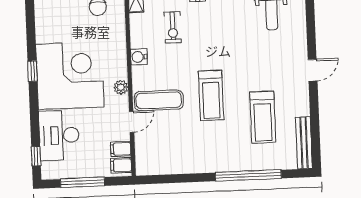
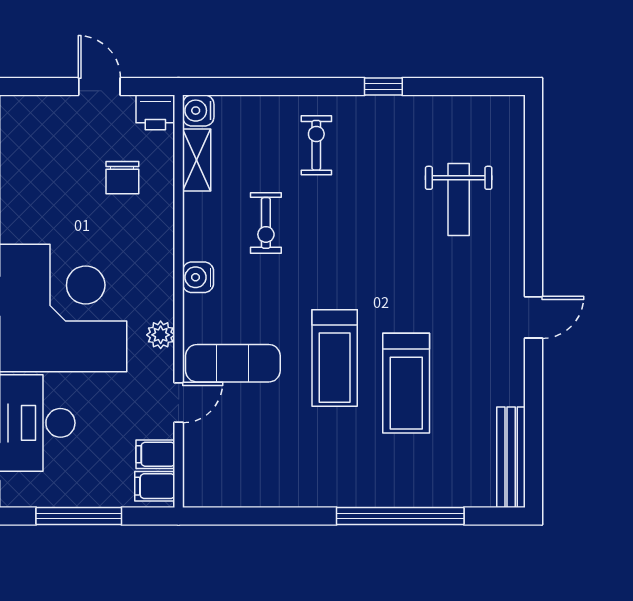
treadmill: (263, 117) -> (406, 383), moved

